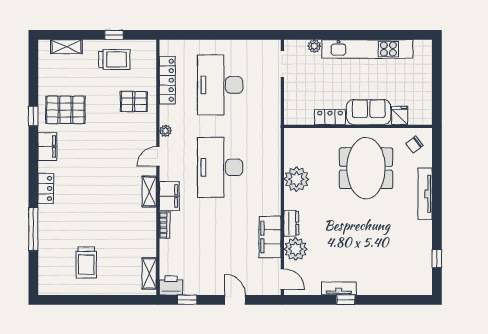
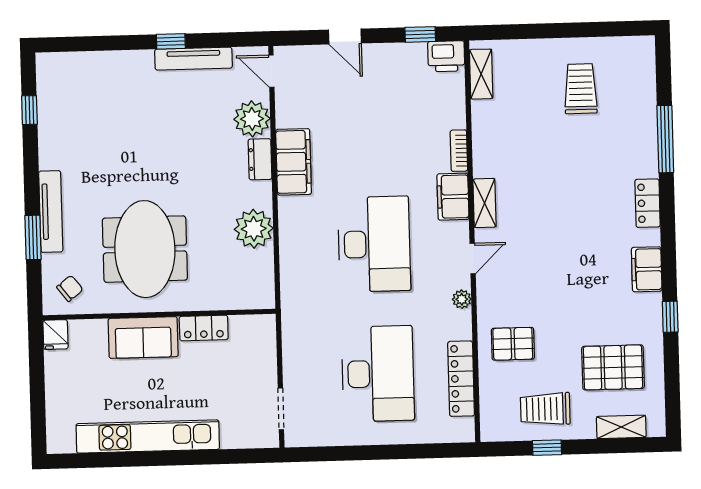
plant: (314, 46) -> (232, 439), removed
pallet: (65, 110) -> (613, 367), moved
fridge: (400, 115) -> (55, 335), moved
window: (437, 178) -> (33, 237), added
filing cabinet: (270, 237) -> (294, 162), moved
tv unit: (339, 288) -> (194, 59), width x1.41

